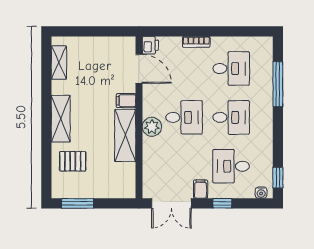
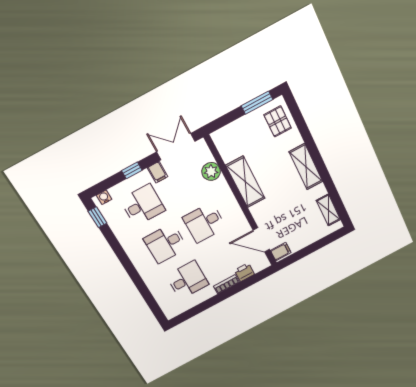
printer: (150, 45) -> (244, 272), moved, turned 90
desk: (231, 69) -> (187, 280), turned 180
window: (278, 84) -> (143, 289), removed
filing cabinet: (126, 101) -> (281, 252), moved
plant: (152, 127) -> (211, 171), moved
pallet: (73, 161) -> (278, 121), moved, turned 90

